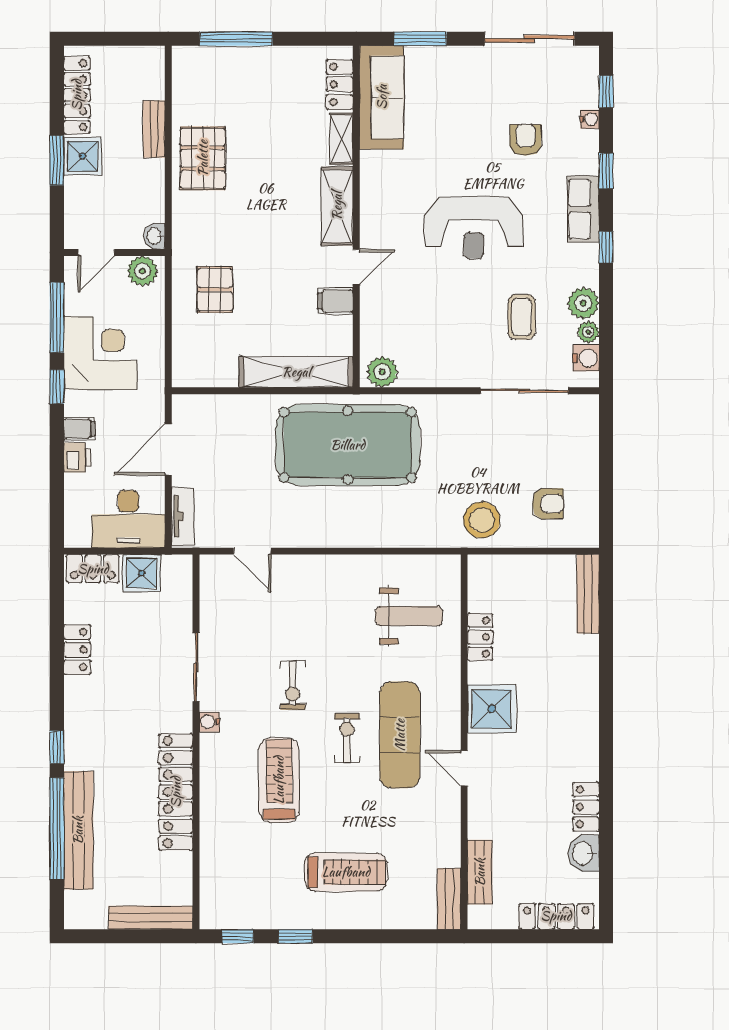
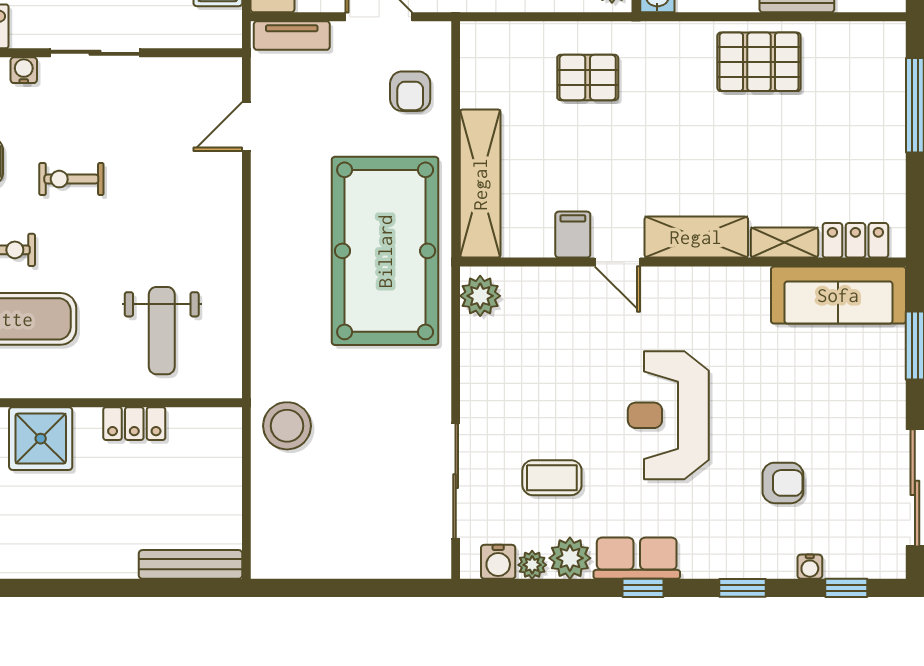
row of seats: (583, 209) -> (637, 558), moved
armchair: (548, 504) -> (410, 91), moved

